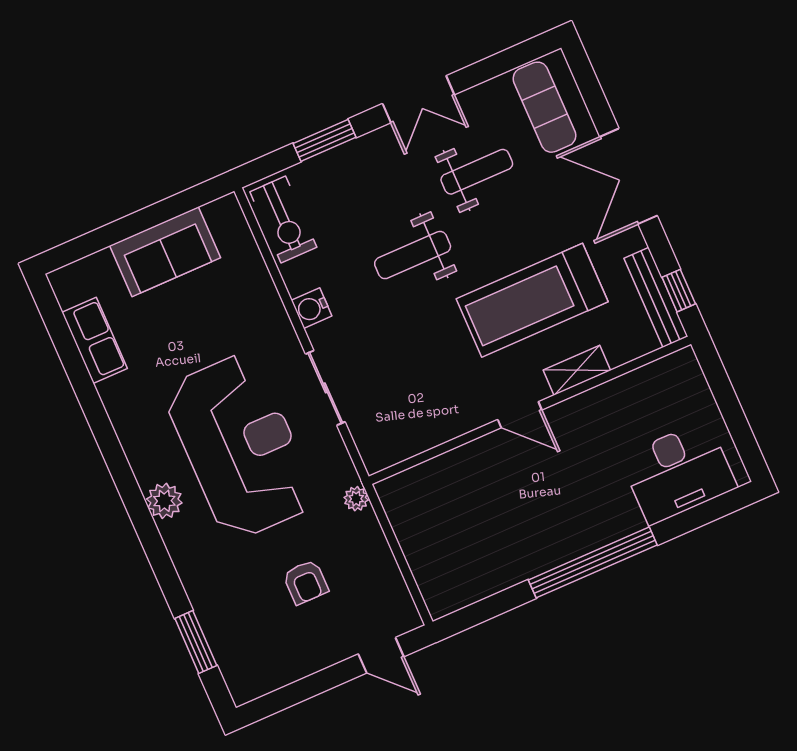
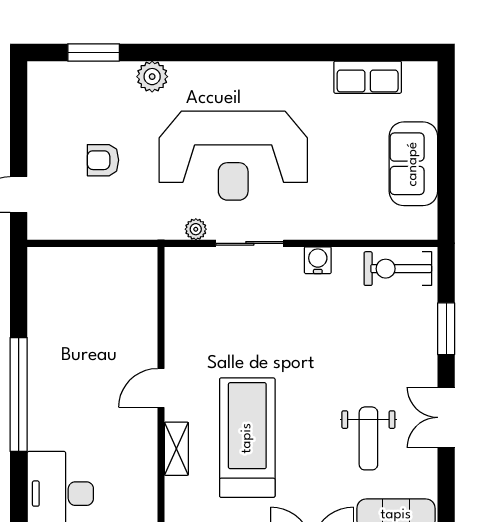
weight bench: (413, 255) -> (325, 359), removed
plant: (356, 499) -> (196, 229), moved
plant: (164, 501) -> (152, 77), moved

